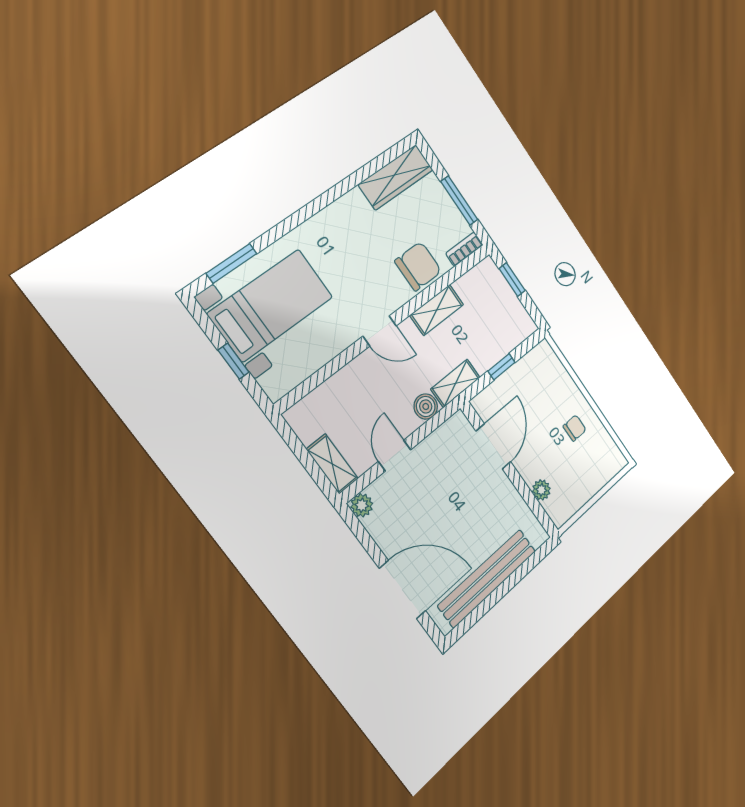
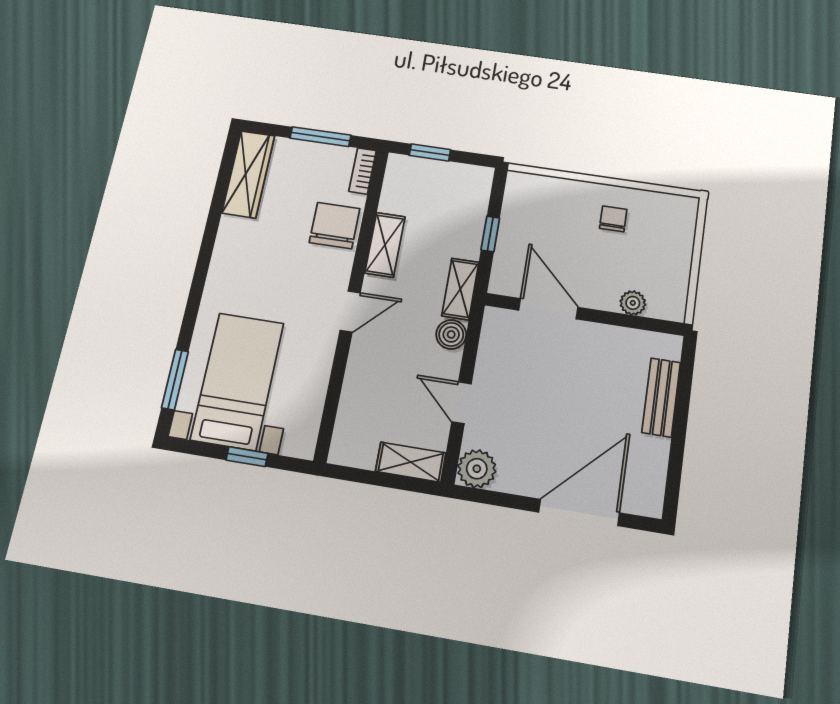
plant: (362, 505) -> (477, 469), width x1.38, depth x1.38
bench: (487, 578) -> (661, 397), width x0.54, depth x0.82

